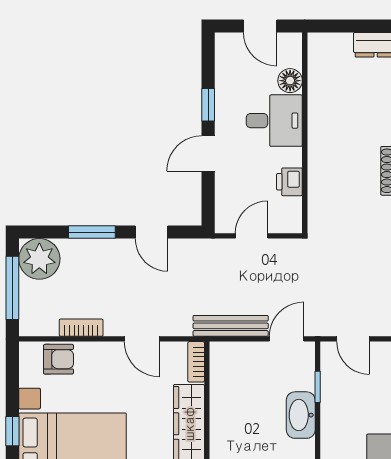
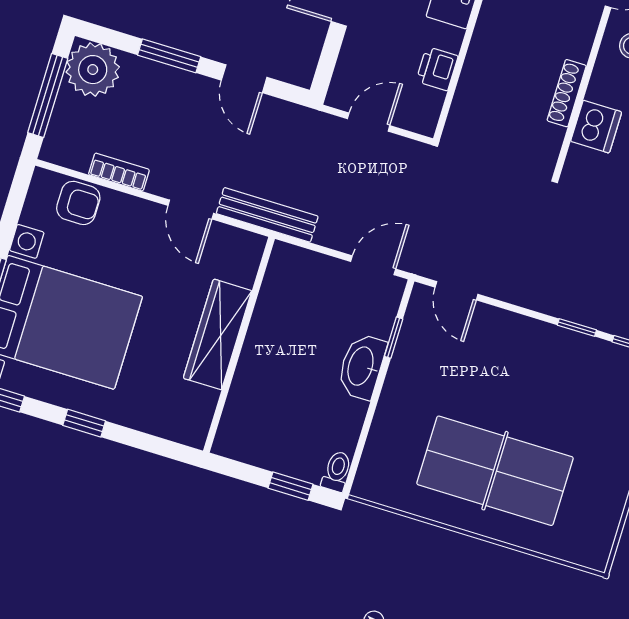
bench: (231, 326) -> (267, 215), moved
bookcase: (196, 362) -> (250, 259), removed

